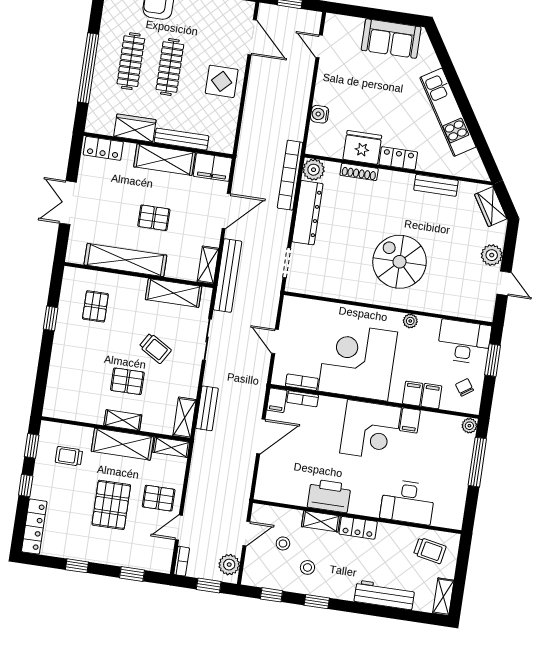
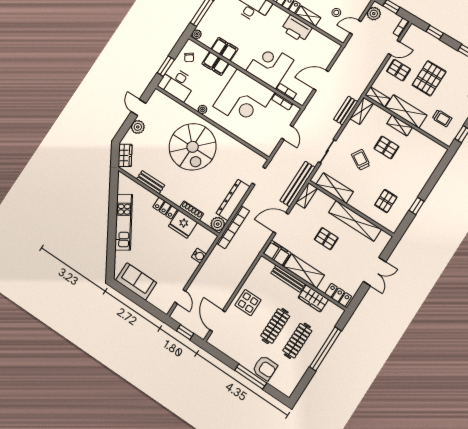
spiral stairs: (400, 262) -> (193, 147), width x1.37, depth x1.37
filing cabinet: (277, 400) -> (219, 46), moved
corner desk: (370, 430) -> (270, 65), moved

